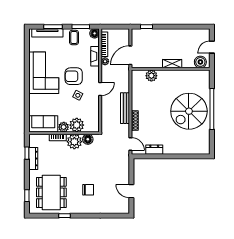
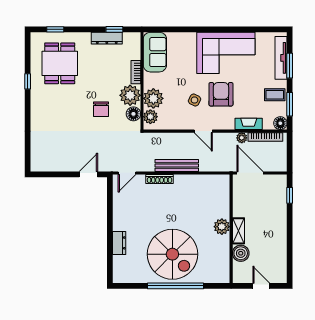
boiler: (200, 62) -> (241, 253), moved
plant: (151, 76) -> (222, 227), moved
spiral stairs: (189, 111) -> (172, 254), turned 180
plant: (64, 127) -> (150, 117), moved
dresser: (154, 150) -> (119, 243), moved
chair: (88, 190) -> (101, 109), moved
door: (131, 191) -> (88, 174), moved
dining table: (51, 192) -> (60, 63), width x0.73

